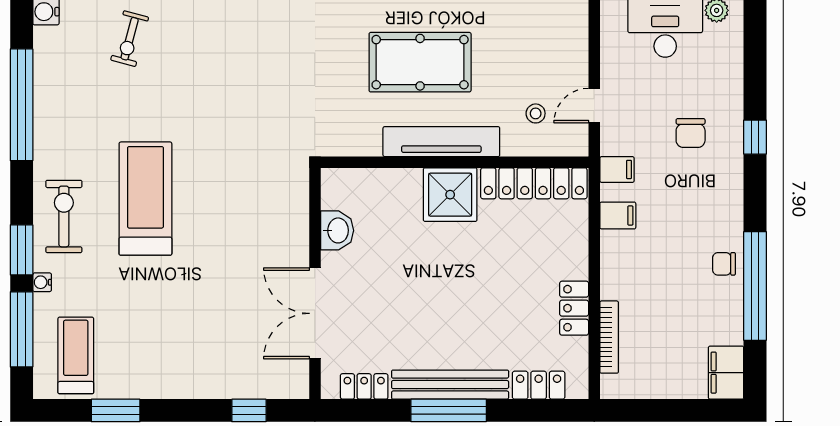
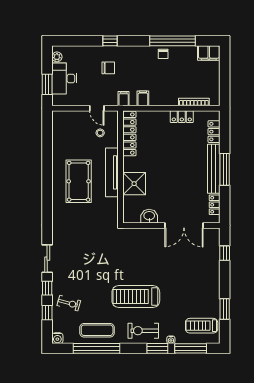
exercise mat: (65, 106) -> (97, 330), added
shower: (450, 195) -> (134, 184), moved

